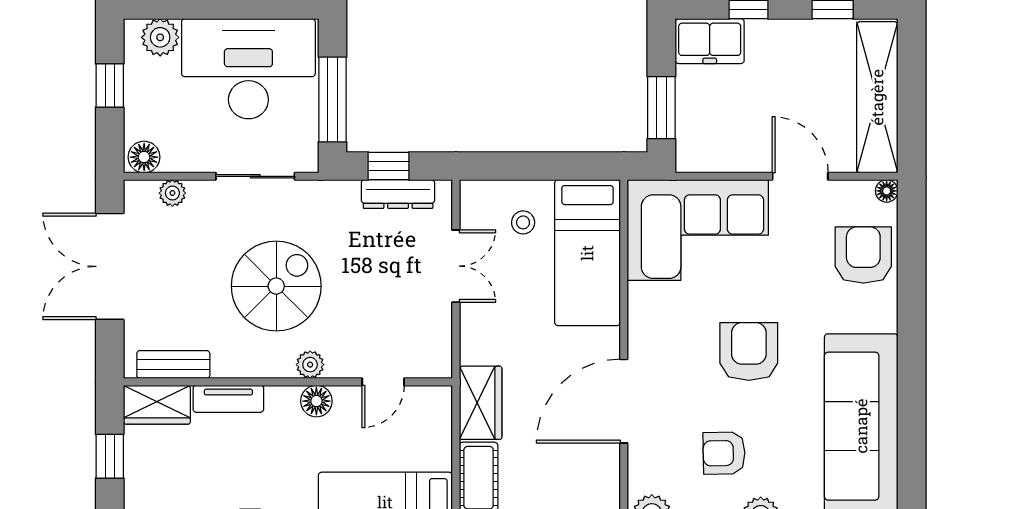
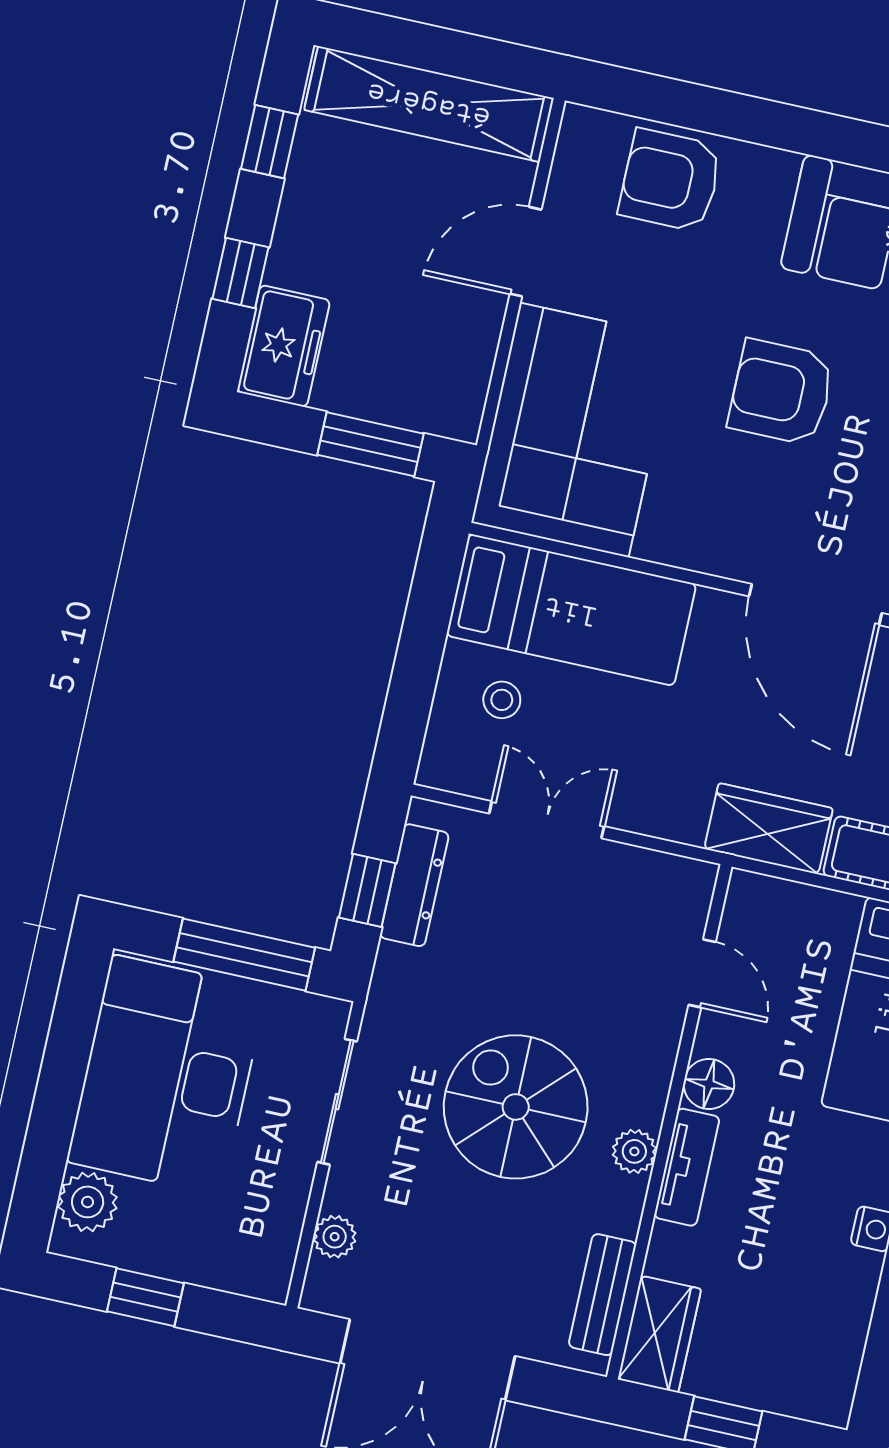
floor lamp: (144, 157) -> (269, 1269), removed
floor lamp: (887, 191) -> (578, 122), removed
plant: (310, 365) -> (634, 1151), moved
tv unit: (228, 399) -> (687, 1167), moved

